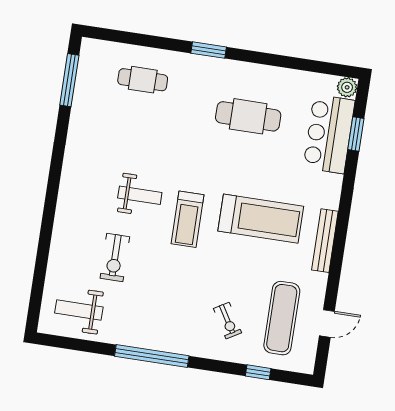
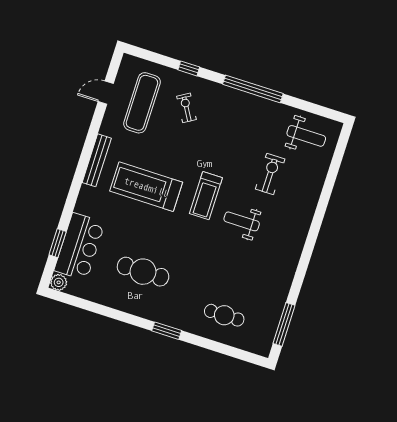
treadmill: (187, 219) -> (206, 196), turned 180
window: (258, 372) -> (189, 68), moved

